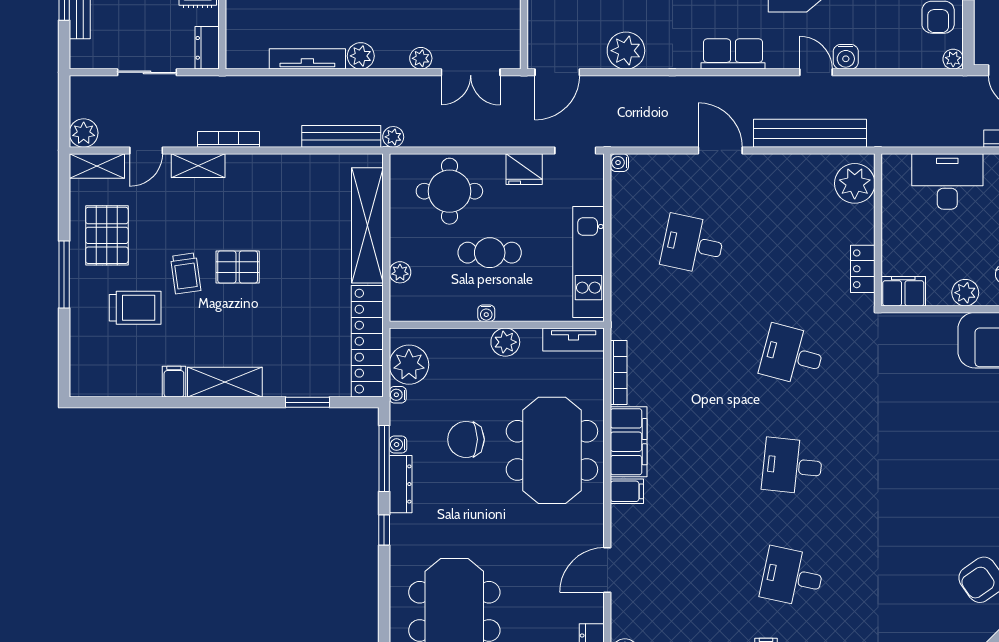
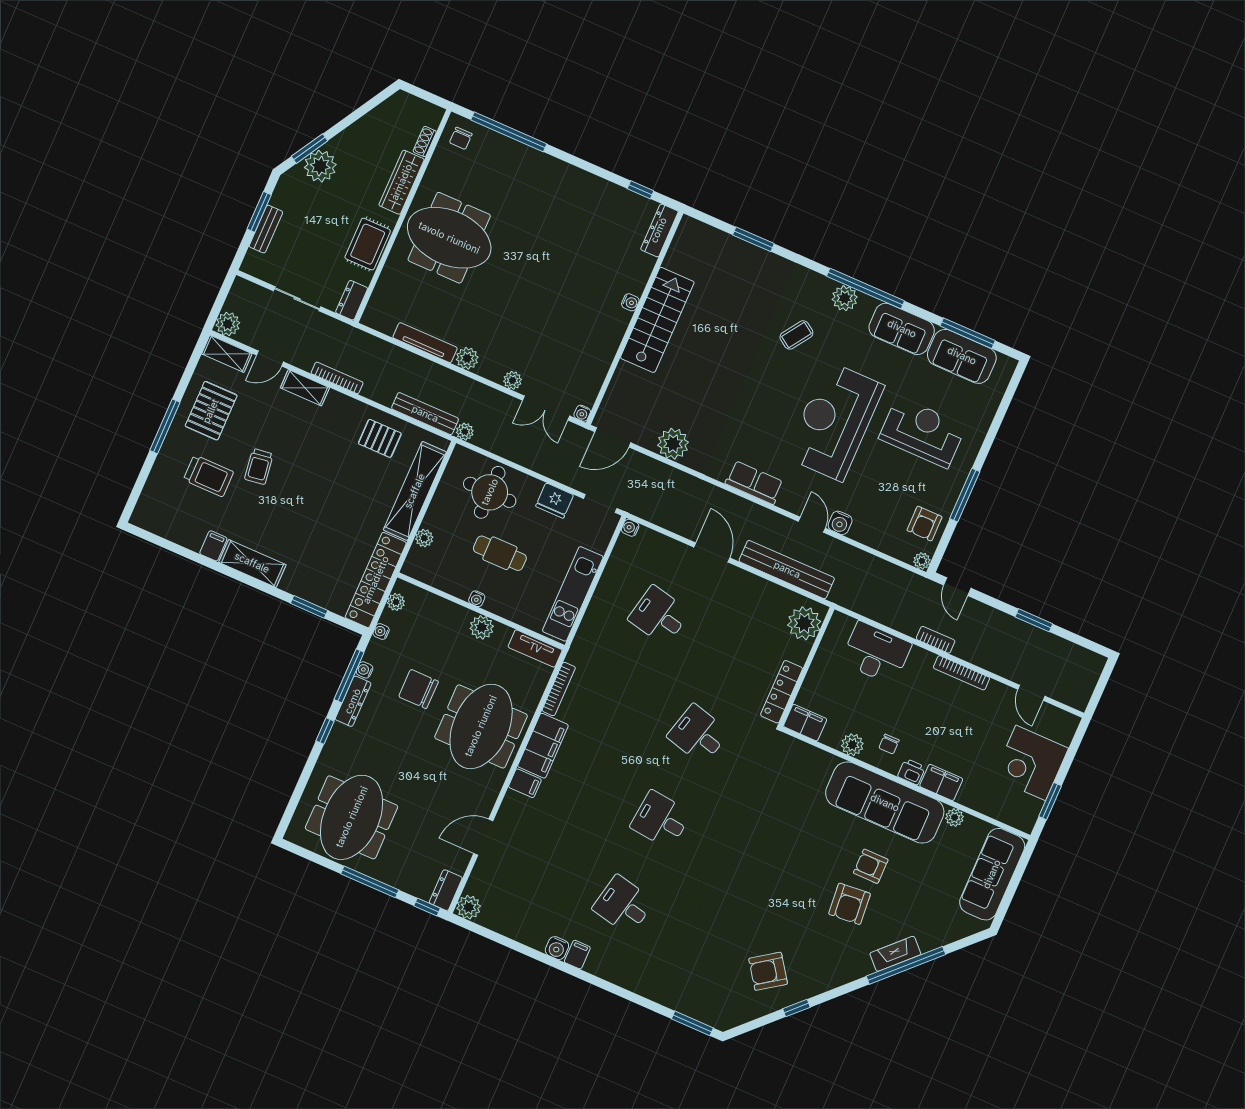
water cooler: (512, 61) -> (582, 413), added
pallet: (238, 267) -> (380, 438), moved
locker: (863, 269) -> (782, 692), width x1.53
plant: (409, 365) -> (396, 602), width x0.53, depth x0.53

